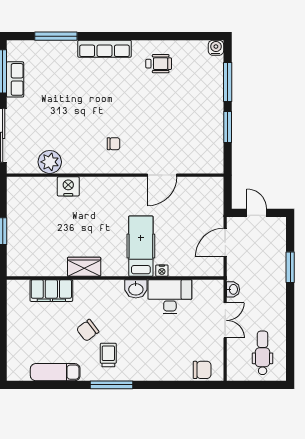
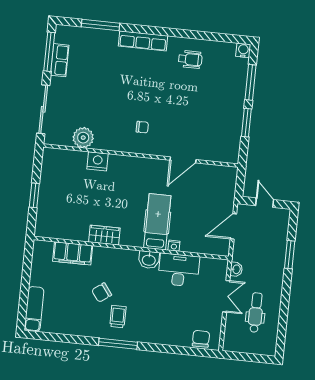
dental chair: (263, 353) -> (256, 313), moved
chair: (202, 370) -> (201, 339), turned -90
exam couch: (55, 372) -> (34, 309), moved, turned 90

